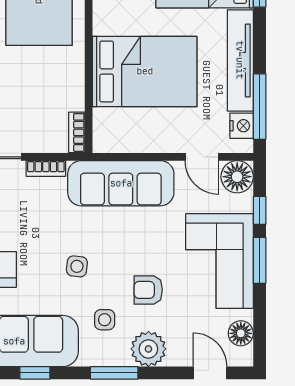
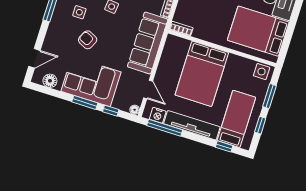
door: (202, 157) -> (148, 90), swing flipped
floor lamp: (237, 177) -> (135, 110), width x0.53, depth x0.53
armchair: (148, 290) -> (88, 40), turned -64
plant: (148, 349) -> (57, 30), removed

